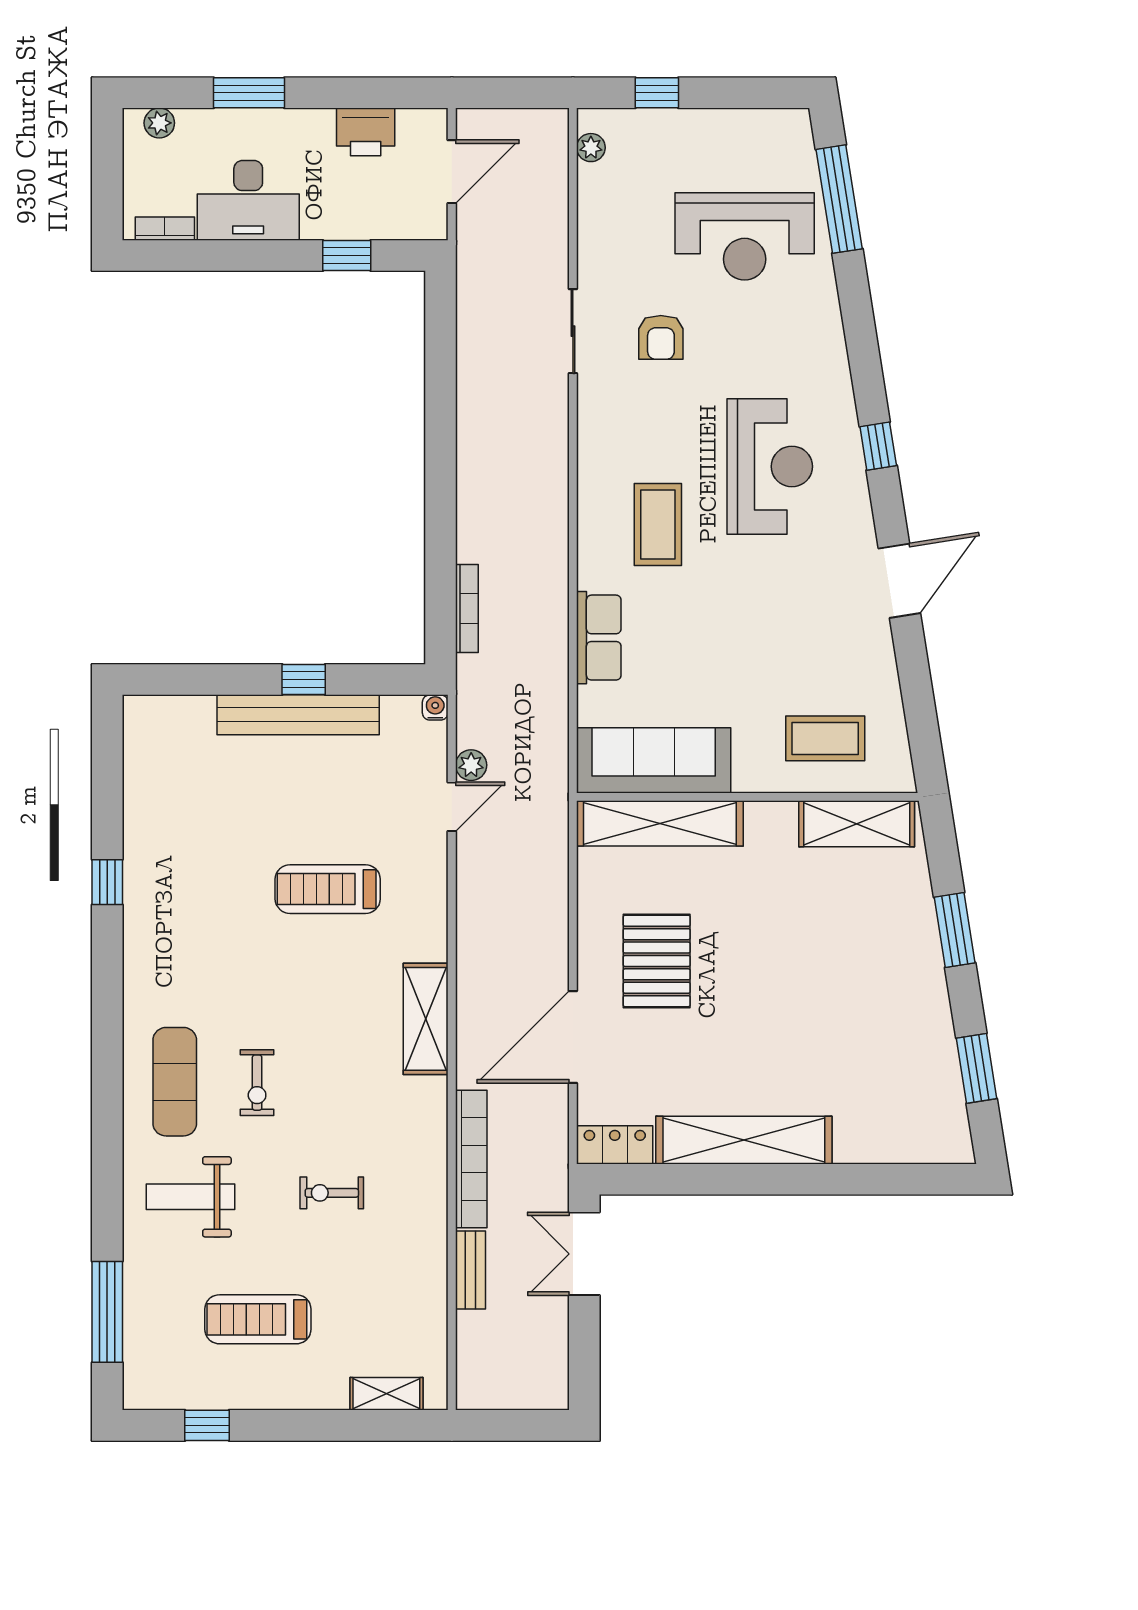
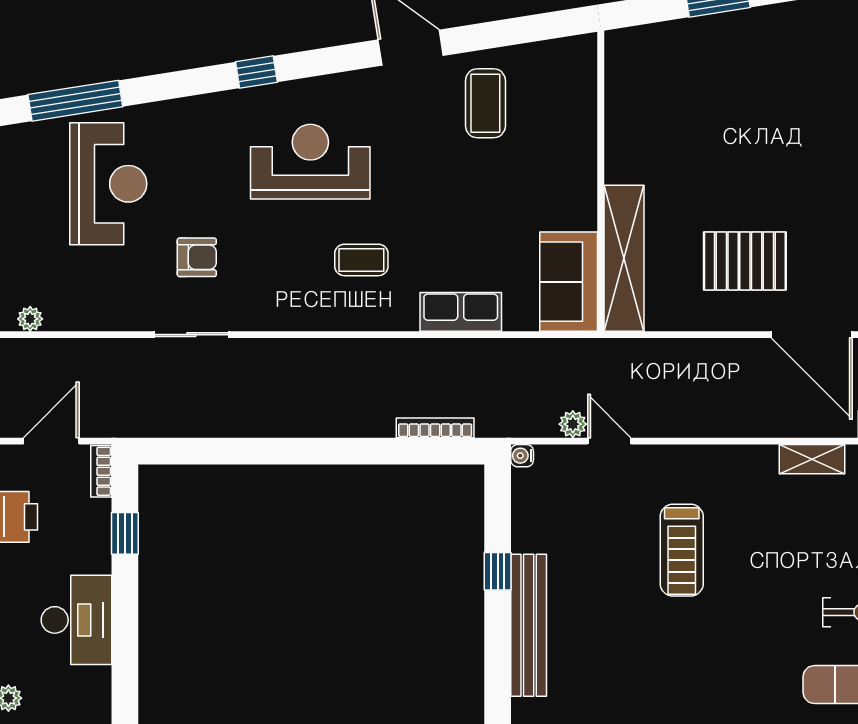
door: (452, 172) -> (51, 441), hinge flipped
bookcase: (165, 229) -> (101, 471), moved
window: (878, 446) -> (256, 72), moved
coffee table: (658, 525) -> (361, 260), width x0.73, depth x0.77
bench: (298, 715) -> (529, 625), moved
coffee table: (825, 738) -> (485, 103), moved
sofa: (654, 760) -> (569, 282), width x0.73
shelving: (857, 824) -> (624, 85), removed
shelving: (426, 1019) -> (812, 459), width x0.67, depth x0.75

